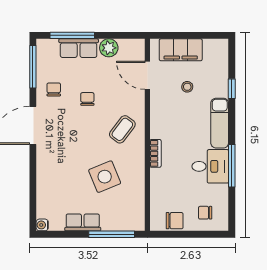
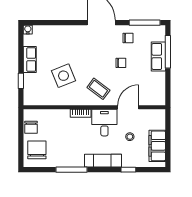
plant: (109, 48) -> (159, 79), removed
filing cabinet: (181, 50) -> (157, 146), moved
door: (147, 75) -> (128, 107), moved
desk: (210, 166) -> (104, 123), moved, turned 180
chair: (205, 213) -> (37, 150), width x1.87, depth x1.87
window: (112, 234) -> (21, 81), width x0.46

